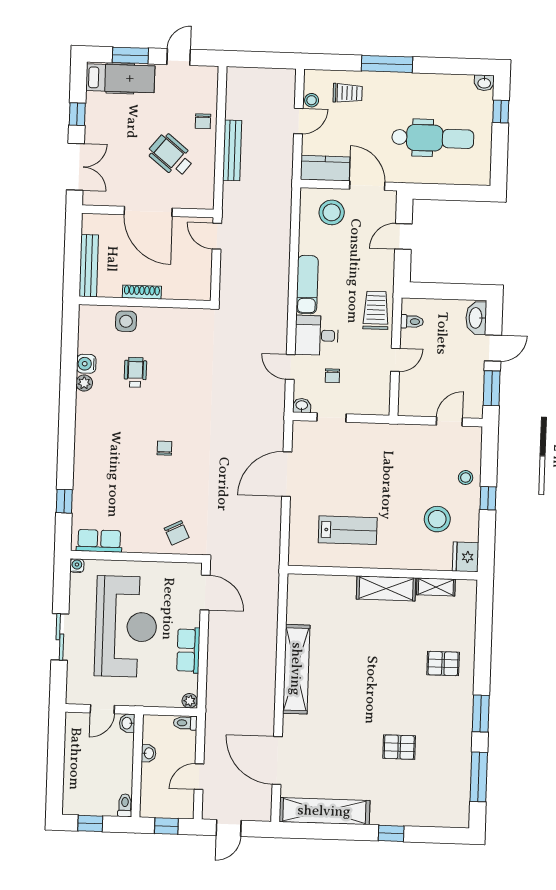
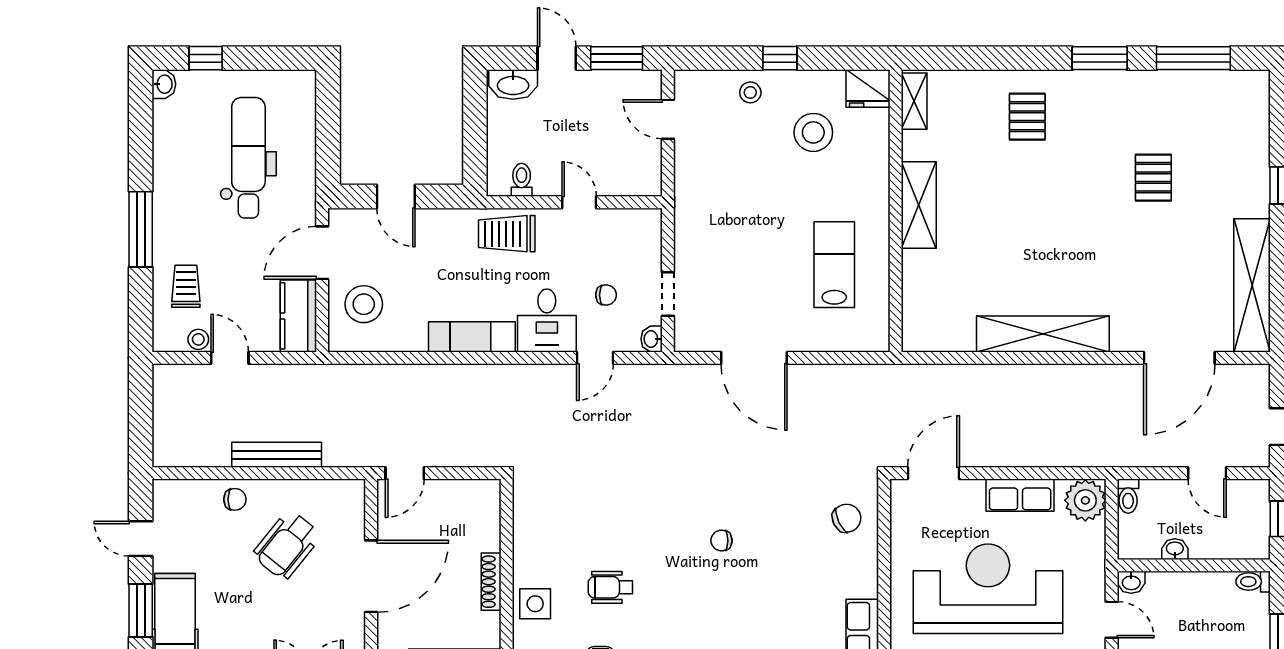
shelving: (436, 587) -> (914, 101), moved
plant: (190, 701) -> (1085, 500), width x1.87, depth x1.87

